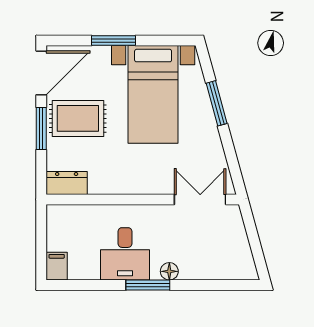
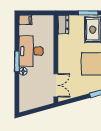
desk: (125, 254) -> (31, 51), width x1.37

